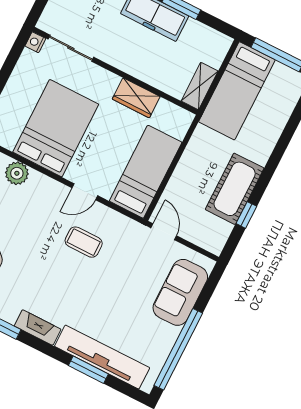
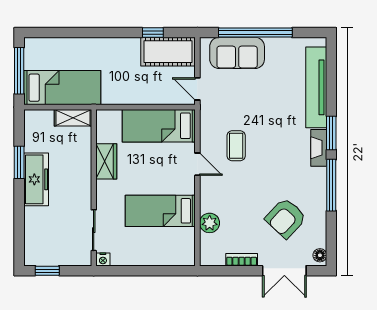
bed: (56, 128) -> (160, 211), width x0.67
cot: (235, 189) -> (168, 52), moved
door: (164, 232) -> (197, 89), hinge flipped
window: (178, 349) -> (255, 33), moved
window: (88, 370) -> (331, 133), moved

